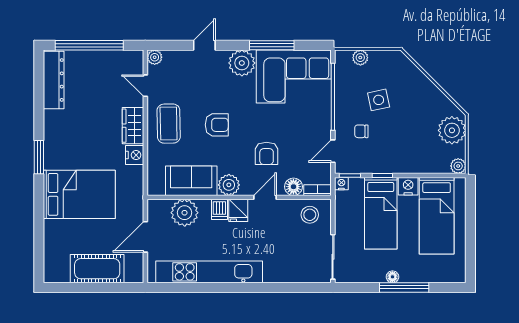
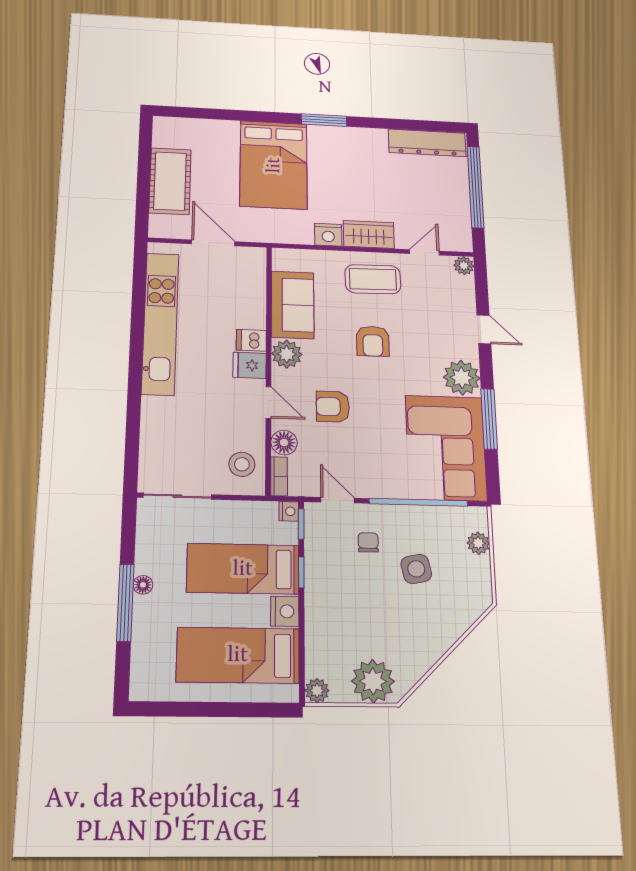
plant: (185, 213) -> (247, 294), removed

